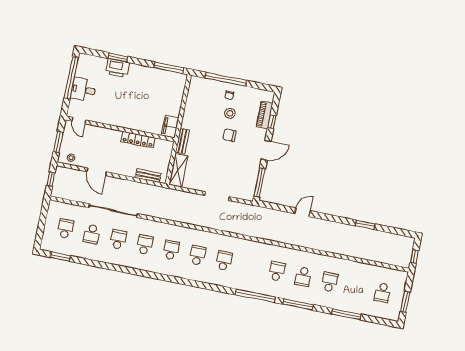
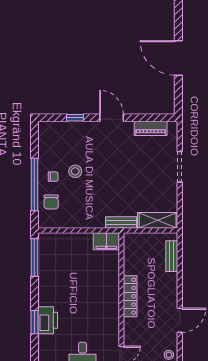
piano: (265, 115) -> (151, 128), moved
chair: (229, 135) -> (51, 202), moved
locker: (138, 140) -> (130, 296), moved
window: (260, 182) -> (153, 118), removed
door: (302, 212) -> (178, 58), width x1.88

